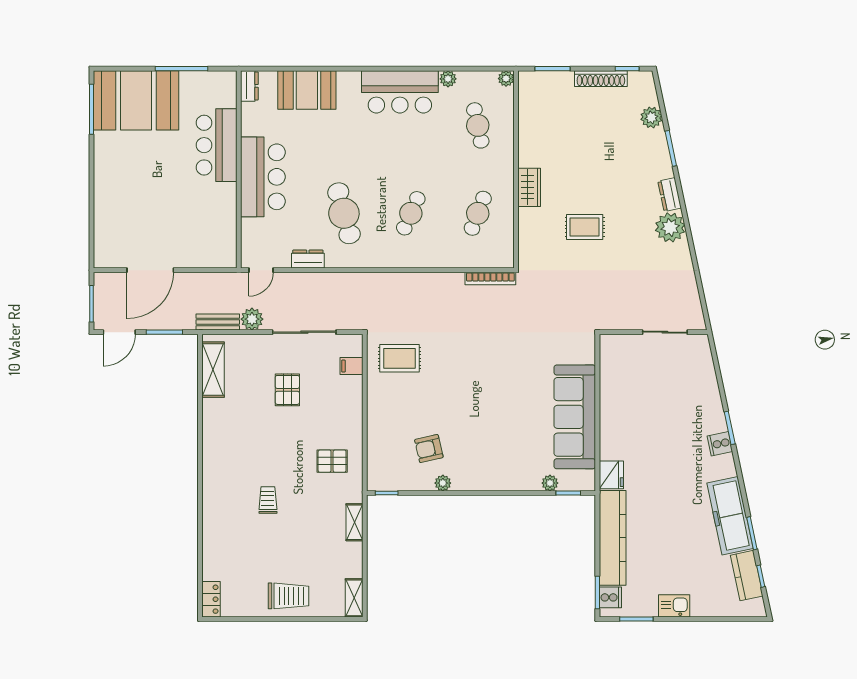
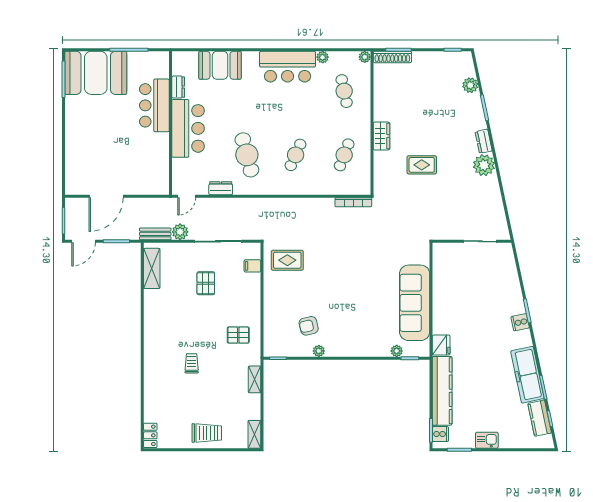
shoe rack: (601, 79) -> (392, 57), moved
dresser: (249, 86) -> (178, 87), moved

